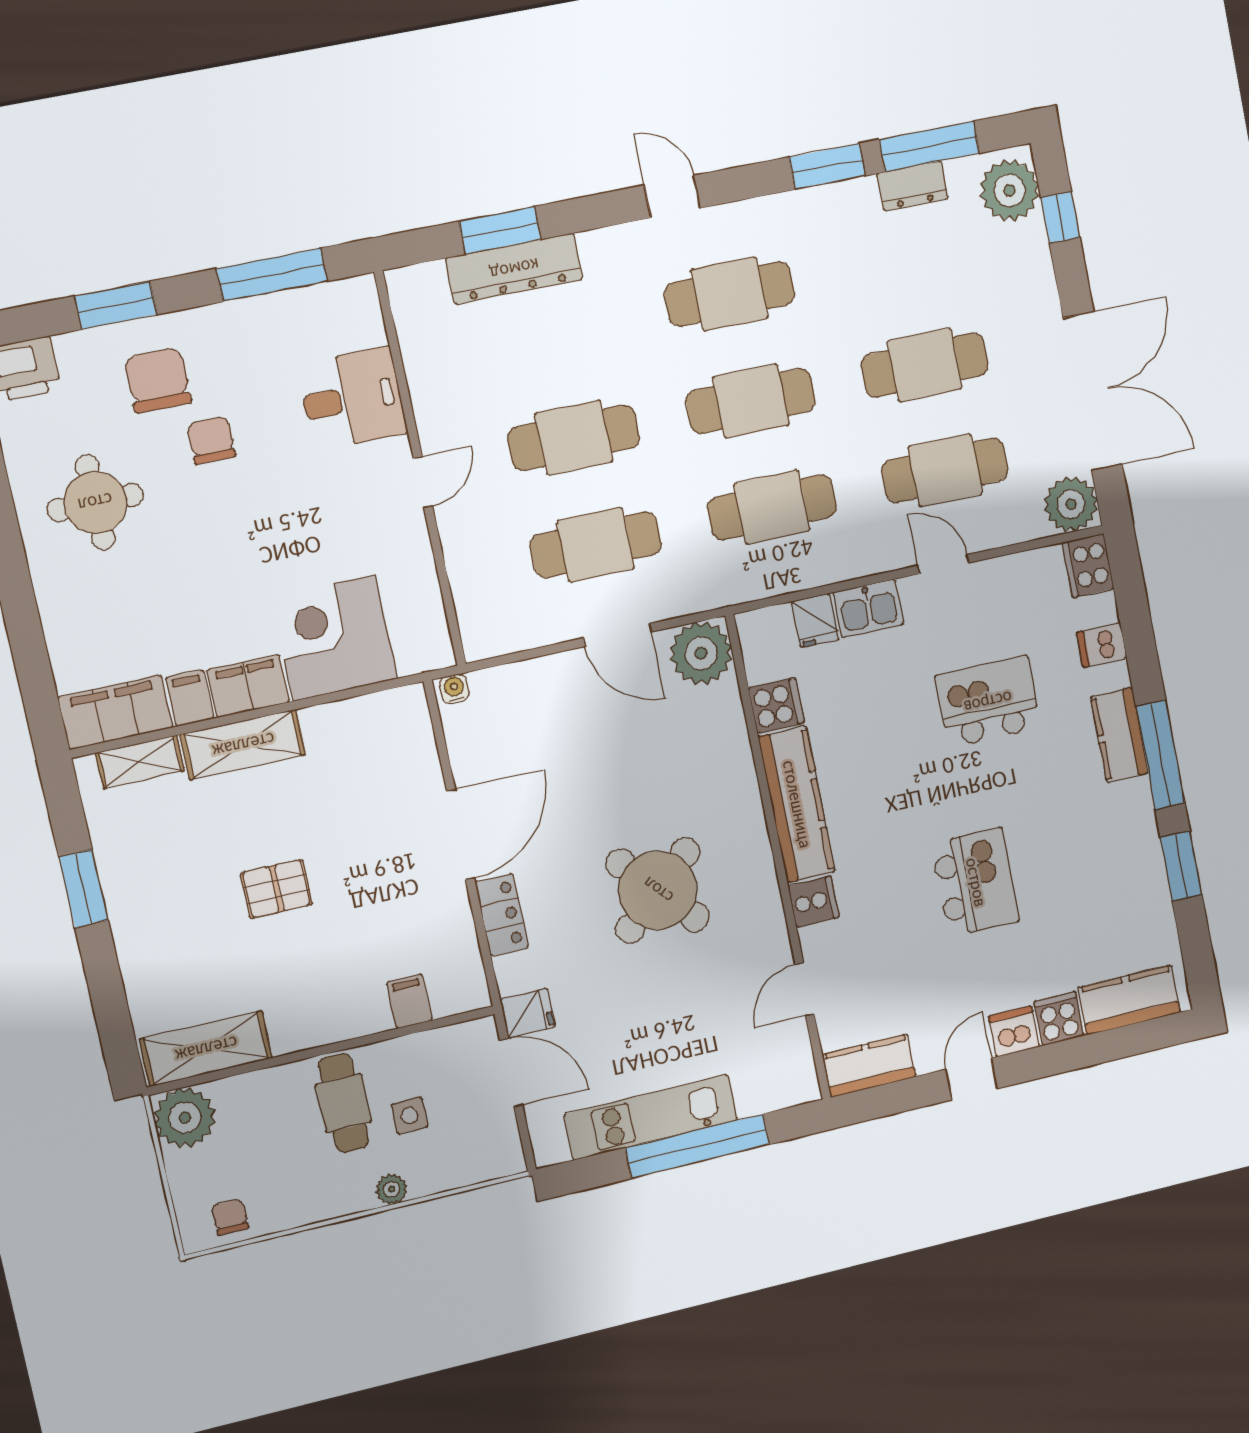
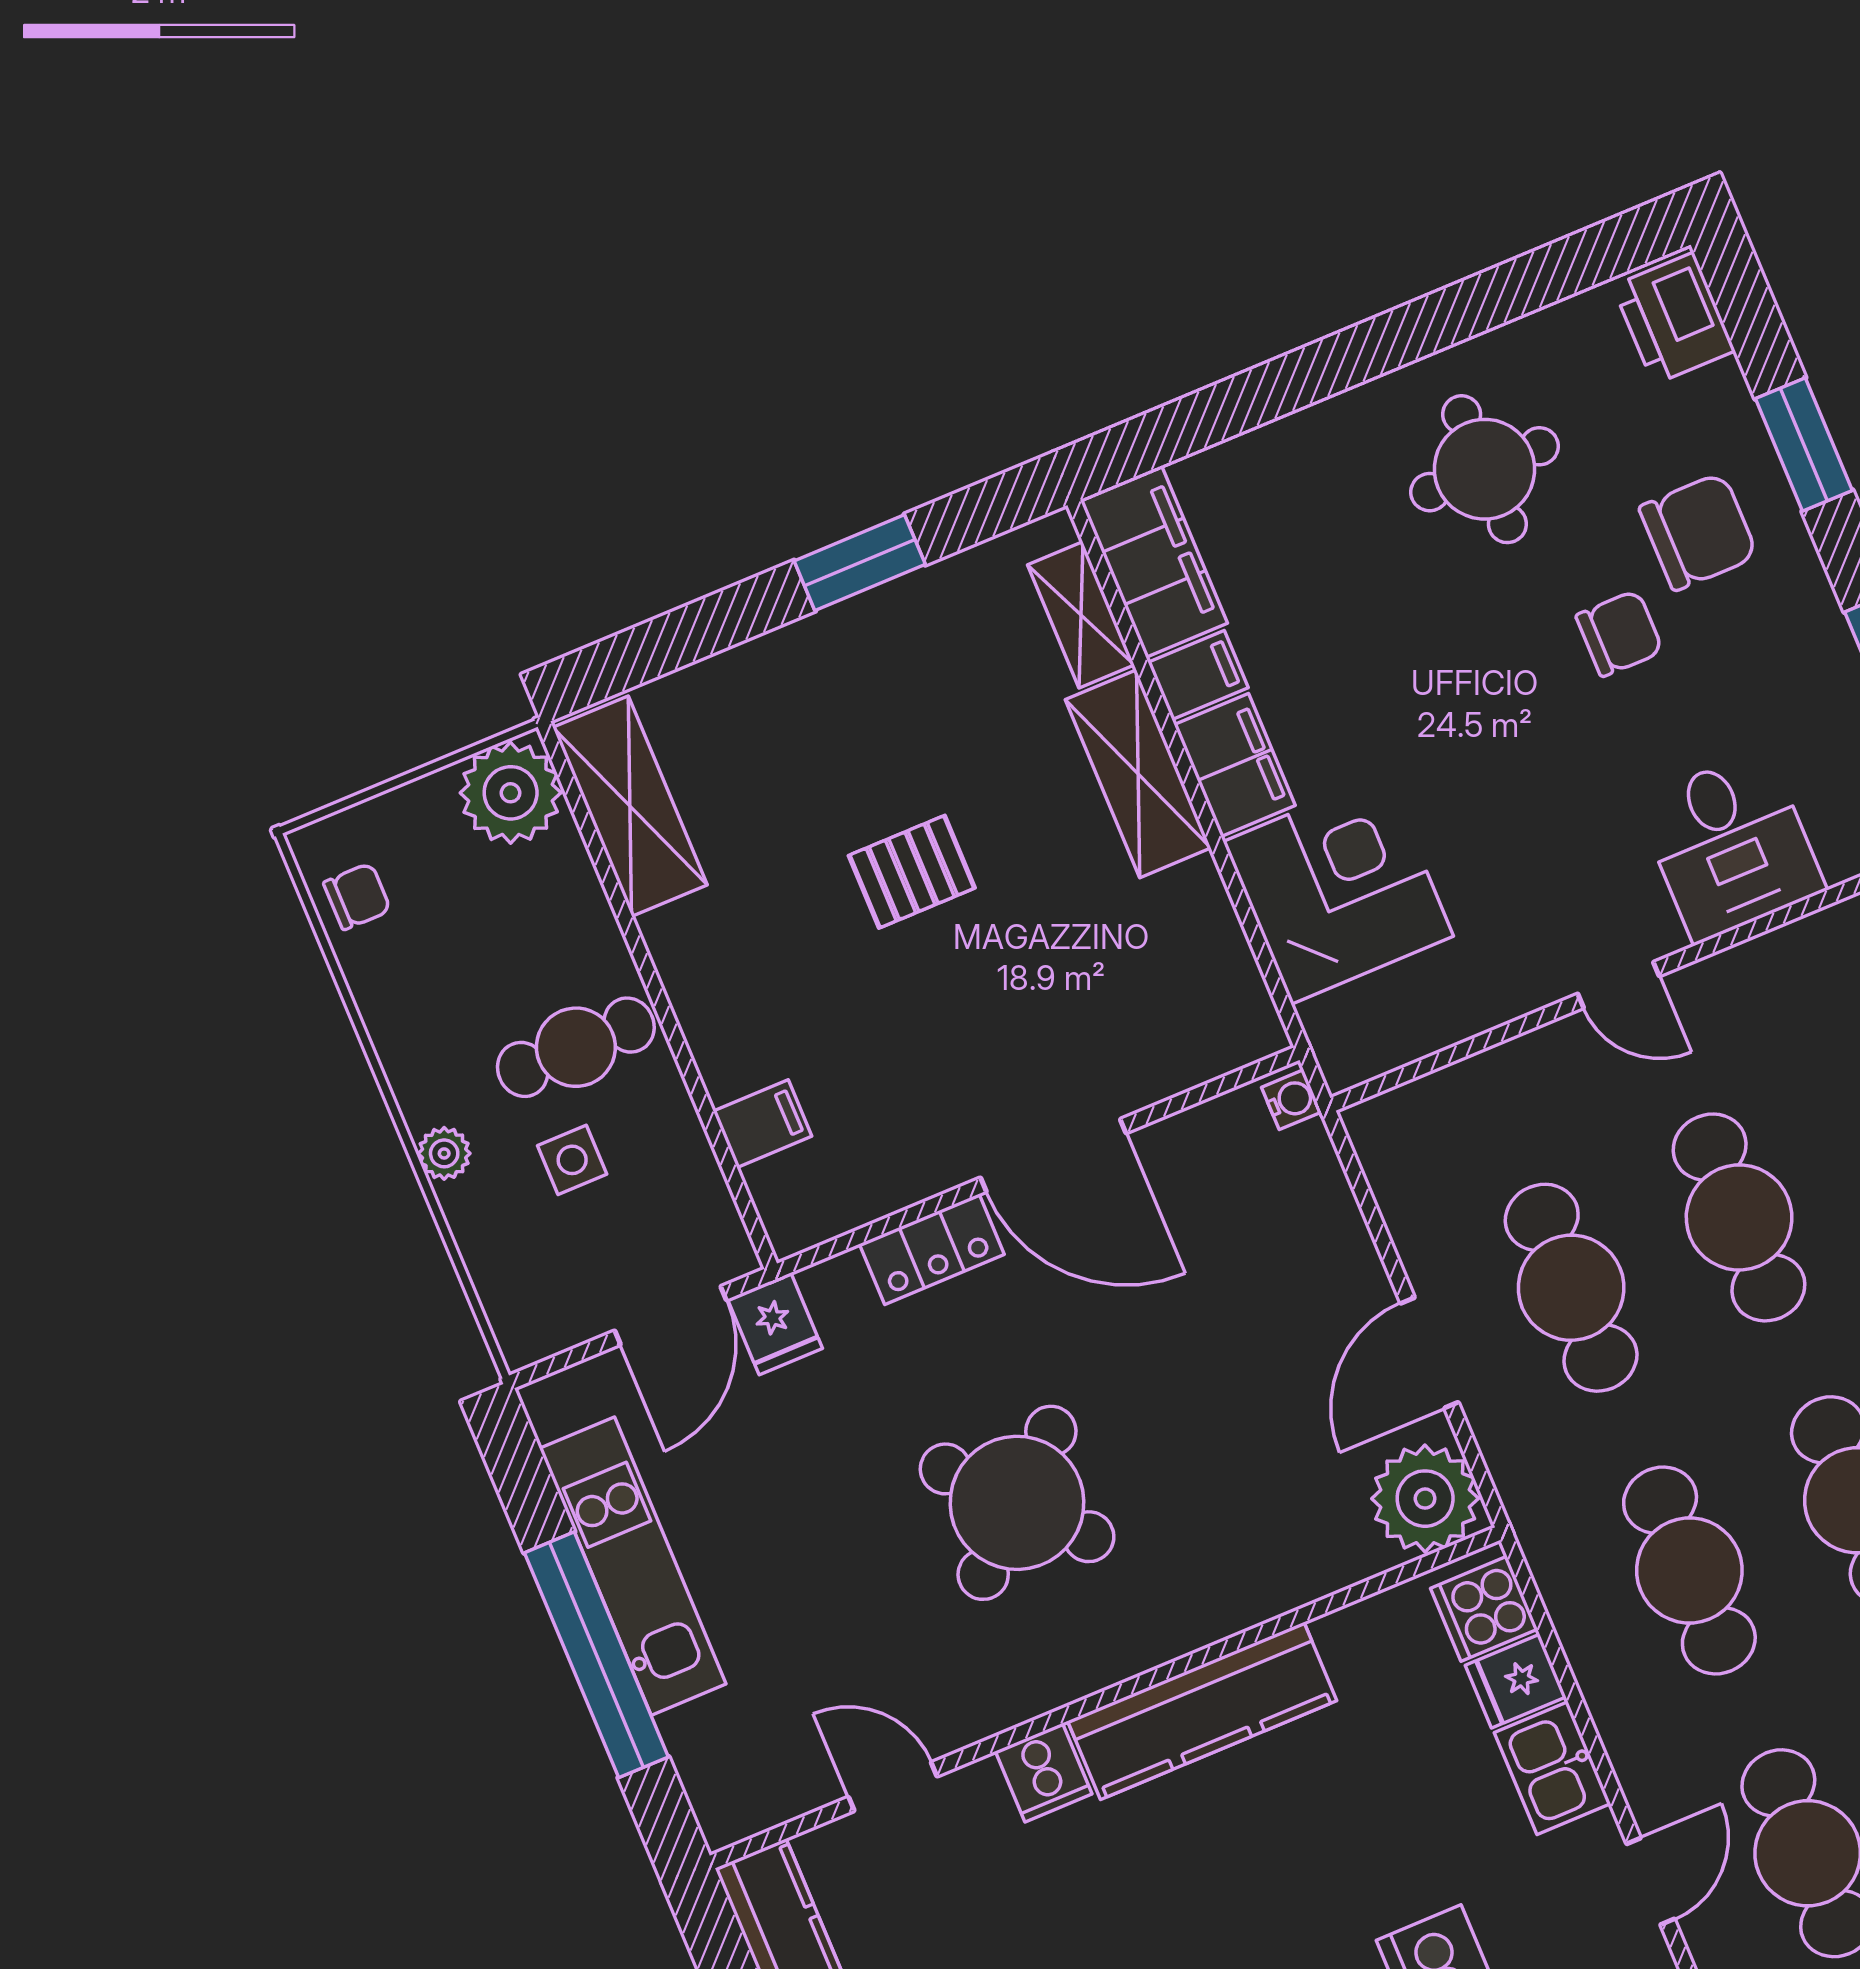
cooker: (776, 705) -> (1484, 1609), moved, turned 90
pallet: (276, 889) -> (912, 872), turned 90

